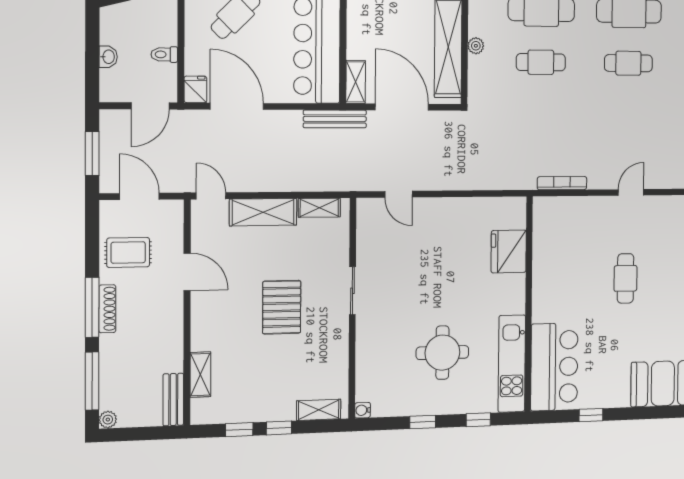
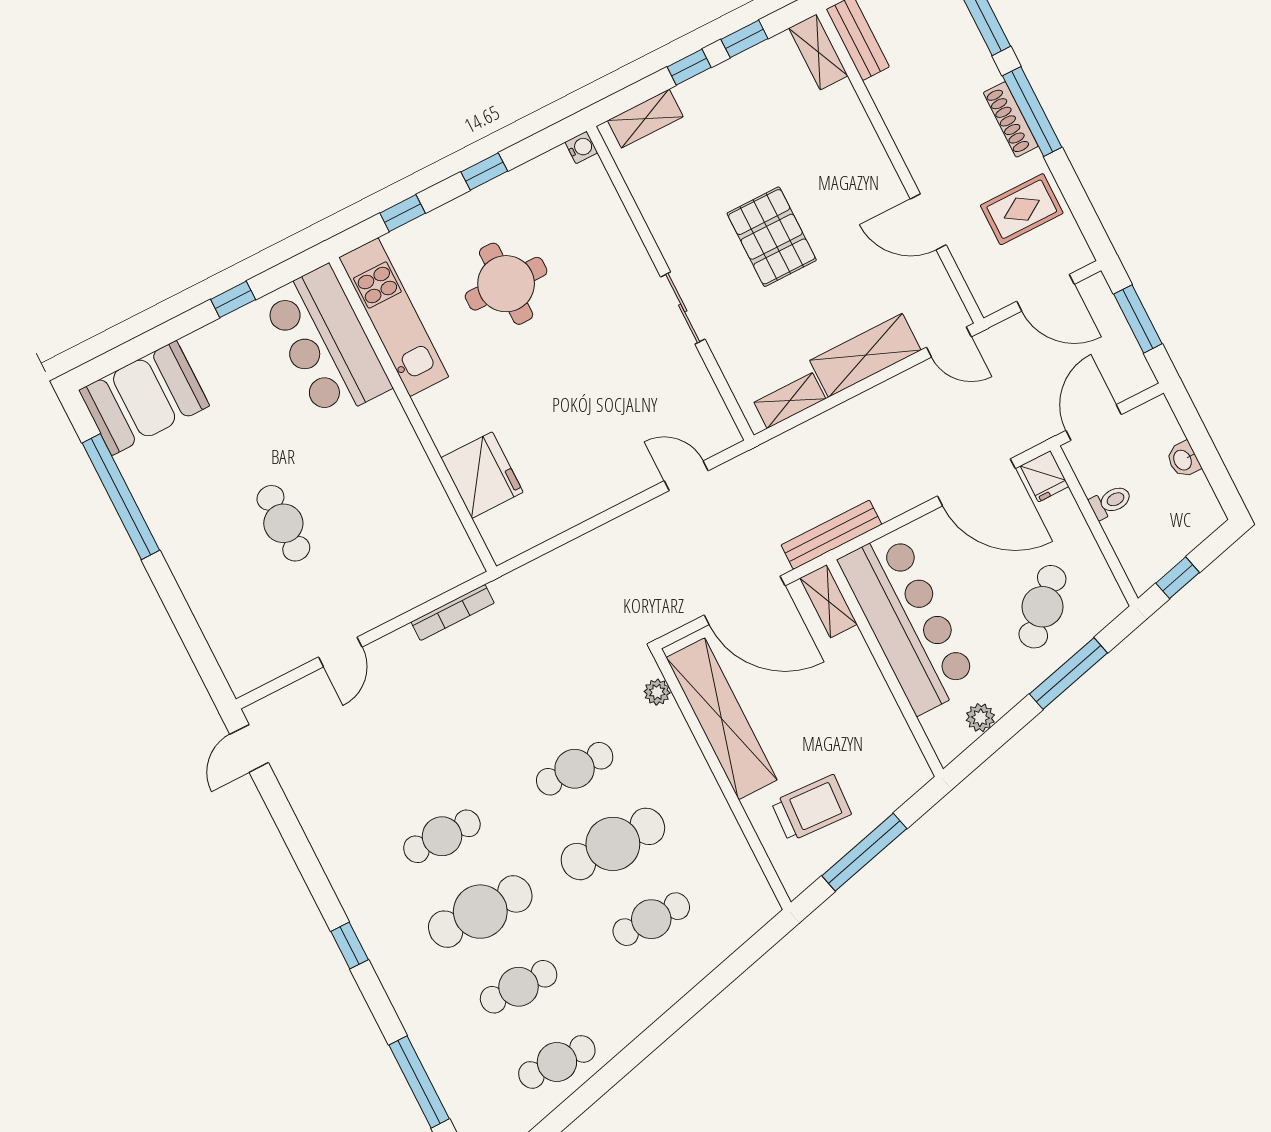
plant: (476, 46) -> (657, 692), moved
shelving: (200, 375) -> (818, 52), moved

